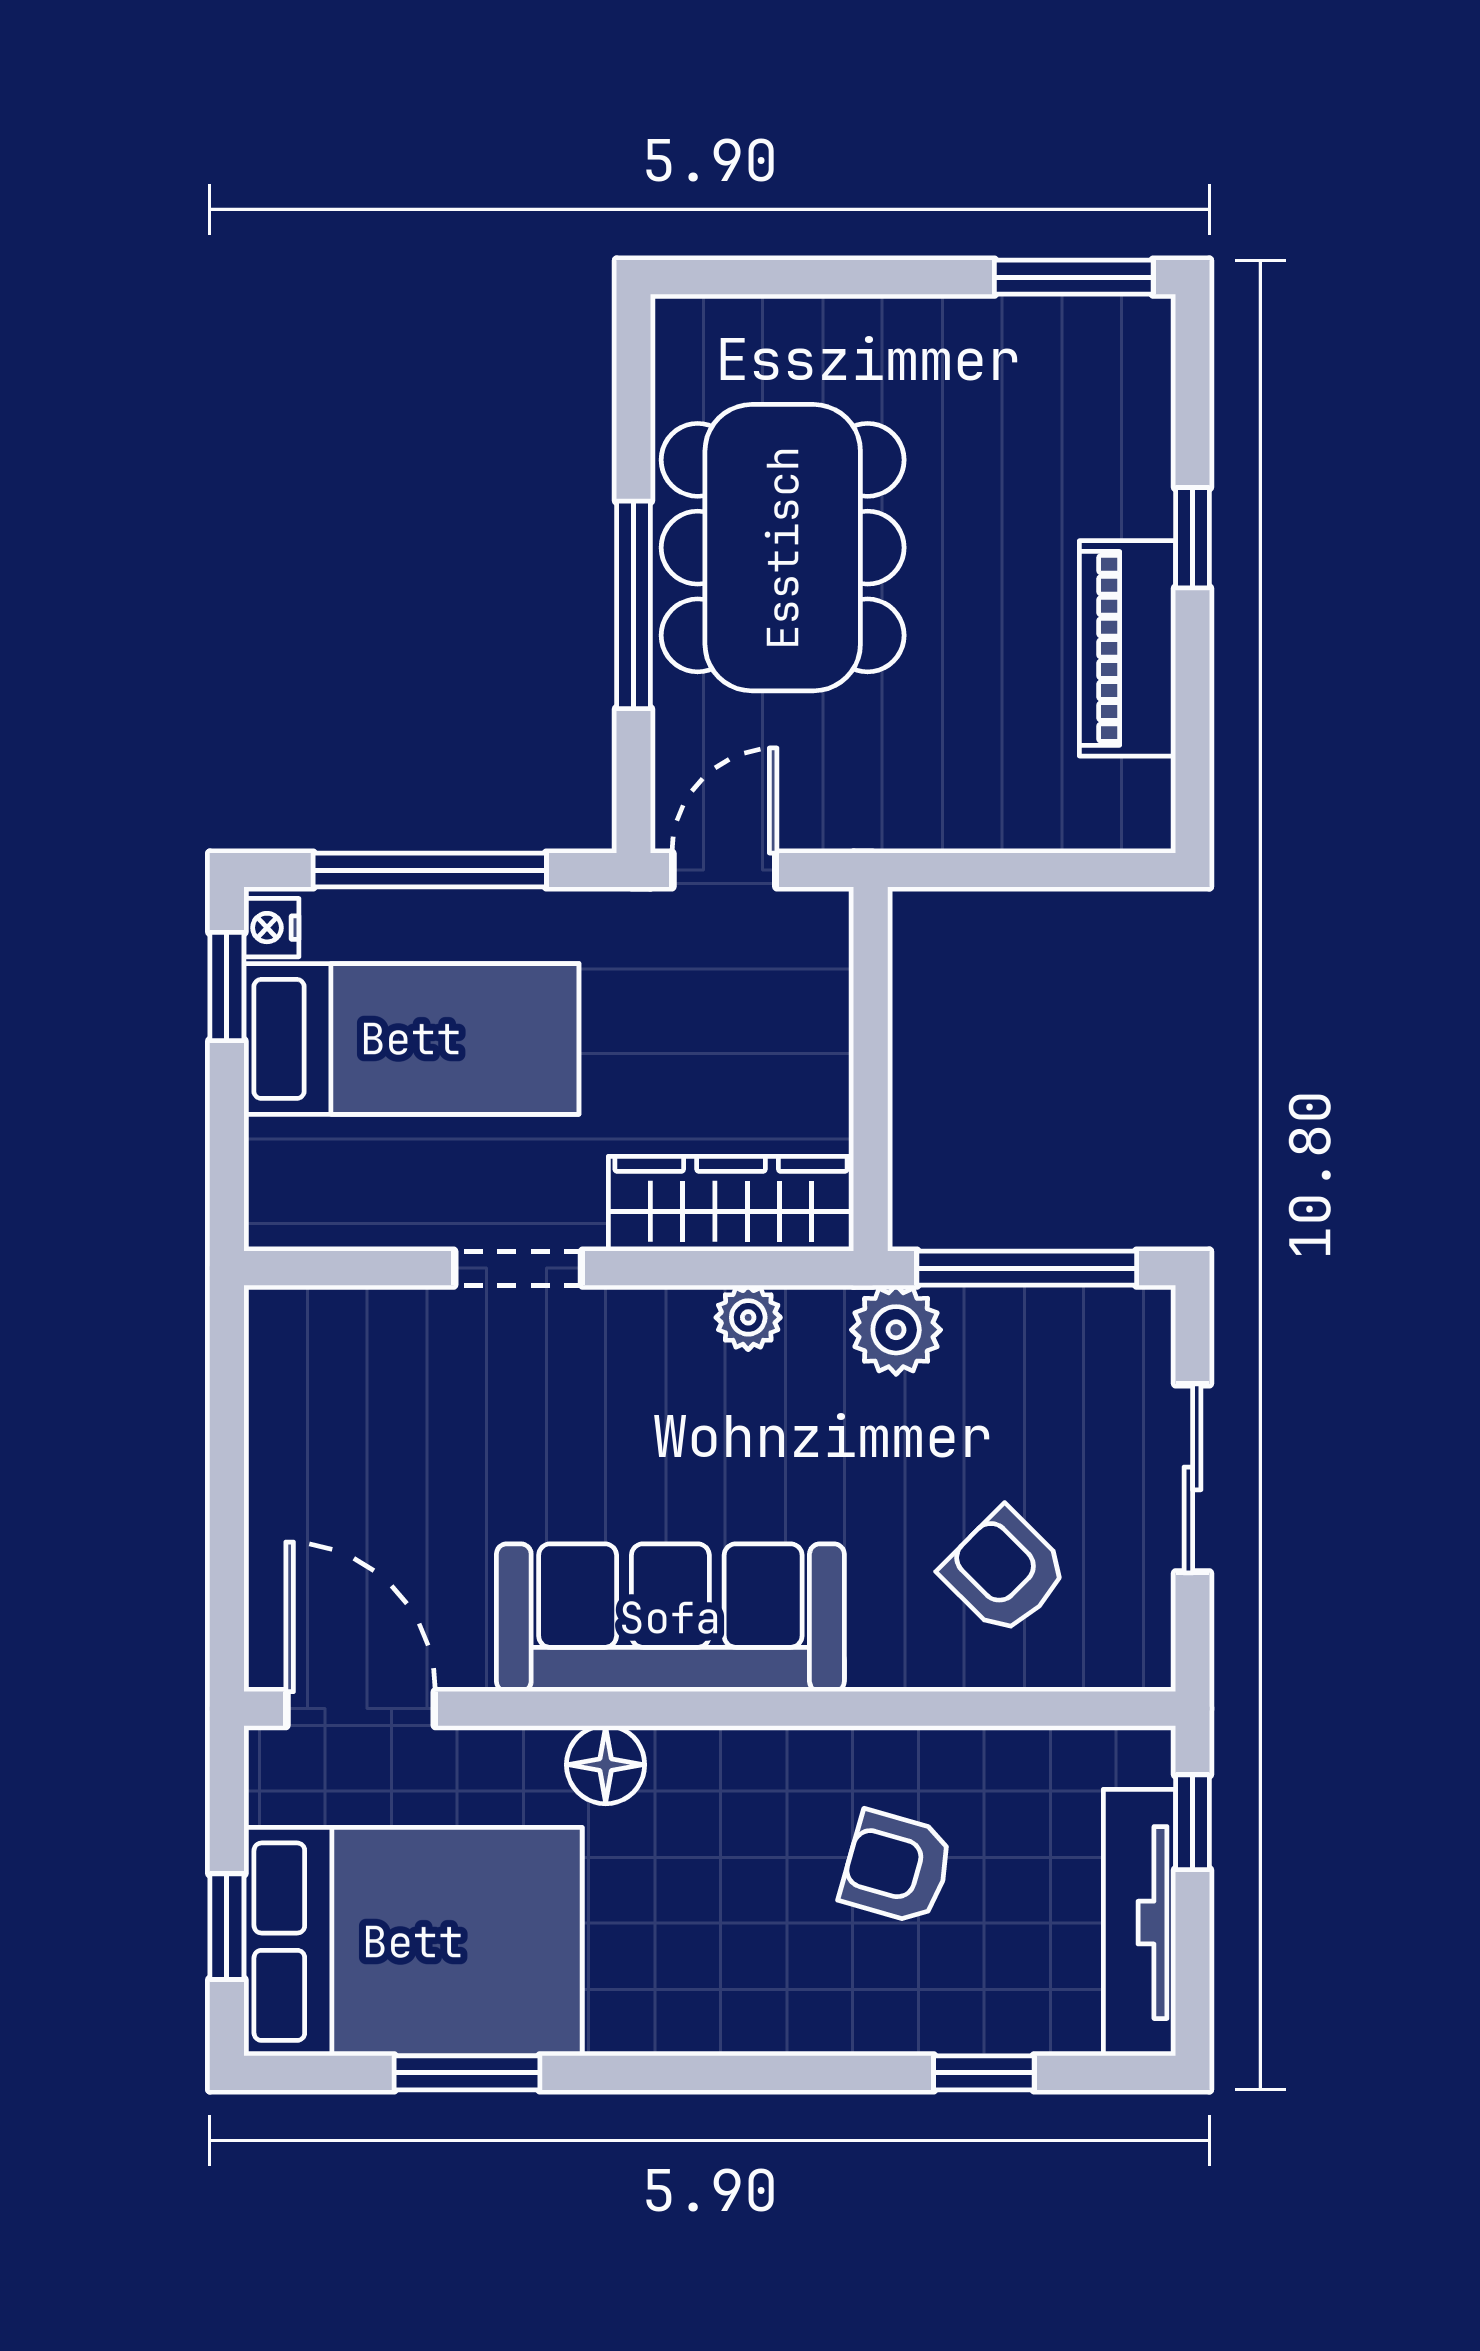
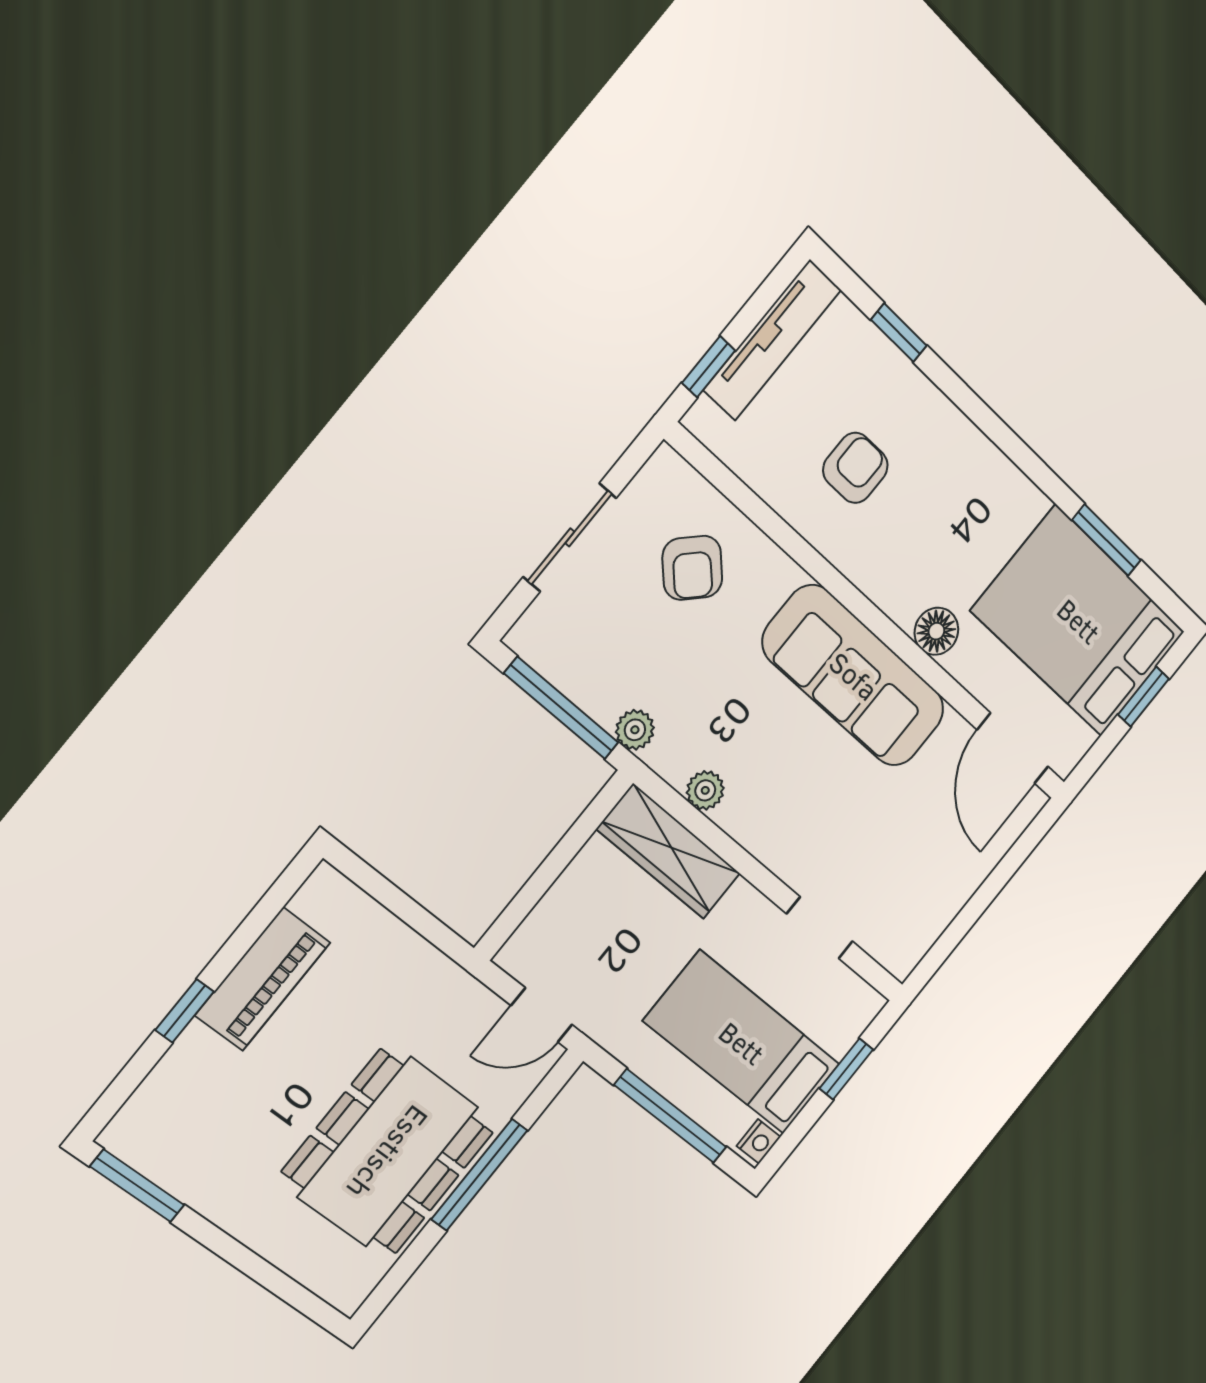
window: (227, 986) -> (846, 1069), moved
doorway: (518, 1268) -> (820, 928), moved
plant: (896, 1330) -> (635, 730), width x0.73, depth x0.73
armchair: (897, 1867) -> (855, 468), turned -106

